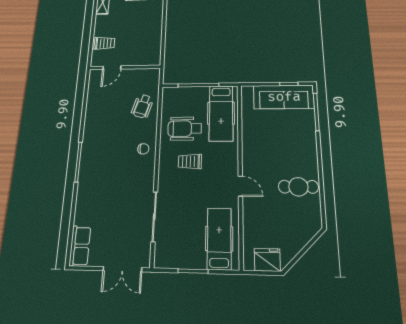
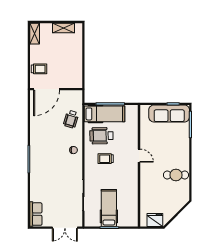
door: (112, 68) -> (47, 89), width x1.88
hospital bed: (221, 113) -> (105, 114), moved, turned -90
door: (240, 186) -> (139, 156), moved
hospital bed: (219, 239) -> (109, 208), moved

